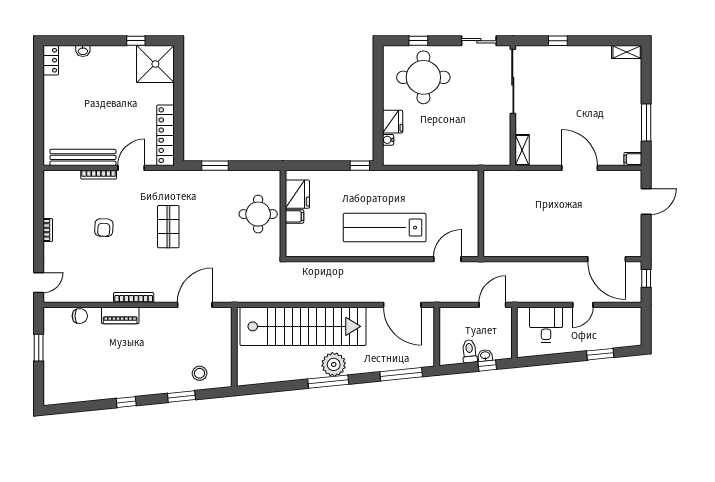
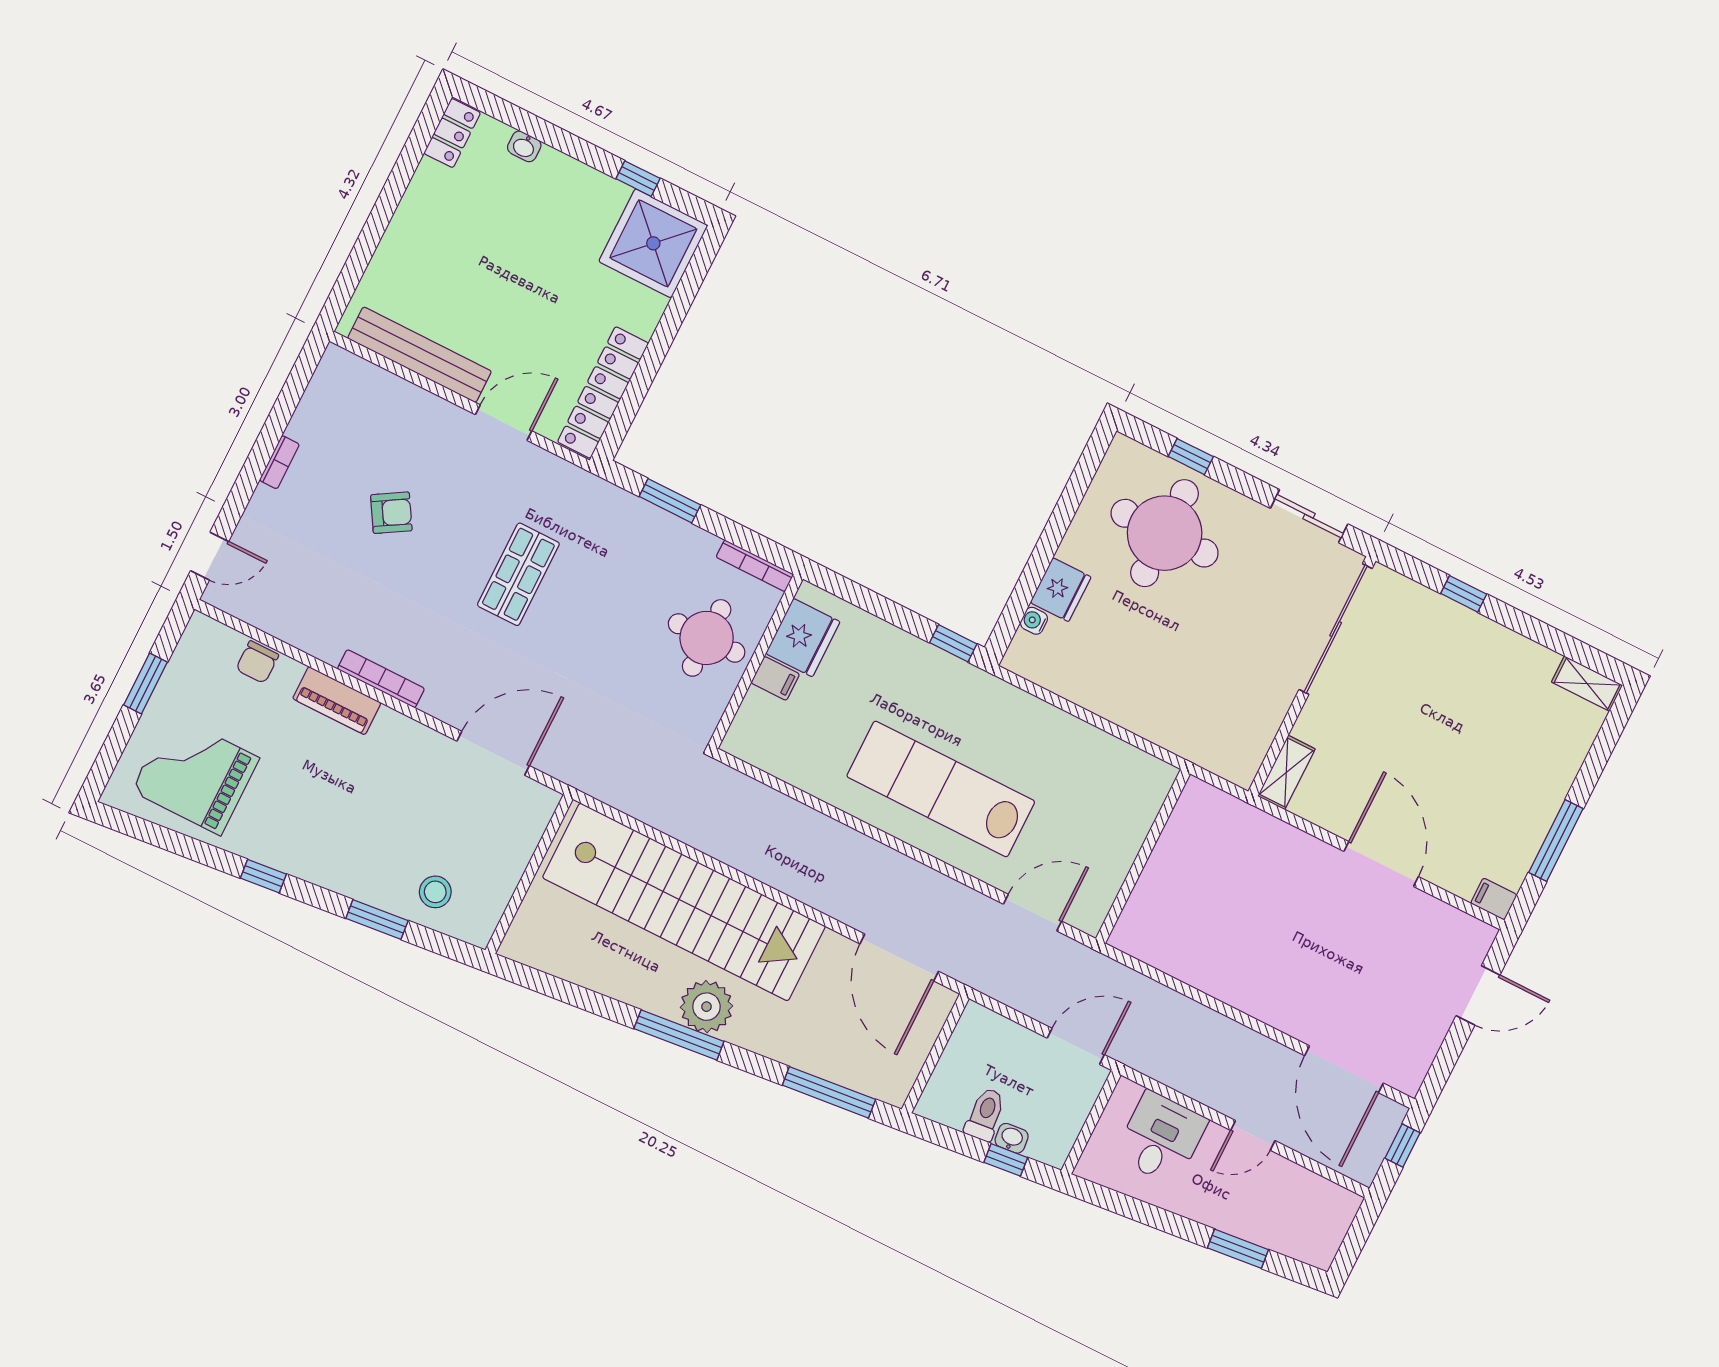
bookcase: (99, 175) -> (755, 566), moved
armchair: (104, 228) -> (391, 513), turned -124
chair: (80, 316) -> (257, 662), turned 90
grand piano: (78, 375) -> (195, 774), added

